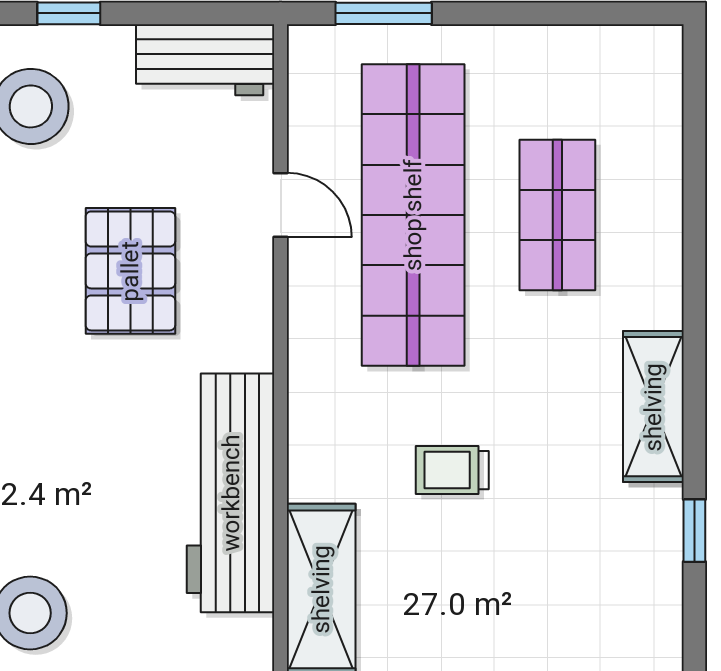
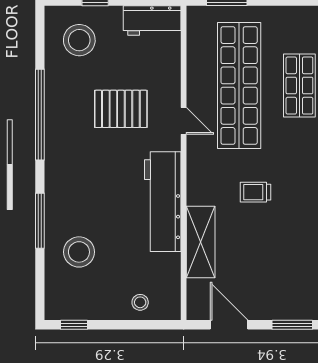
door: (281, 205) -> (184, 121), moved
pallet: (130, 271) -> (121, 109), turned 90

